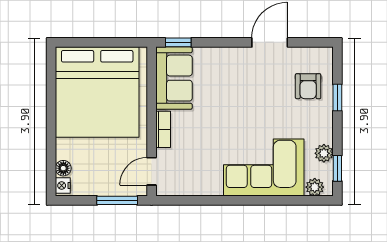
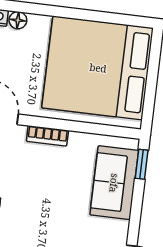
sofa: (174, 78) -> (114, 183), moved, turned 90

